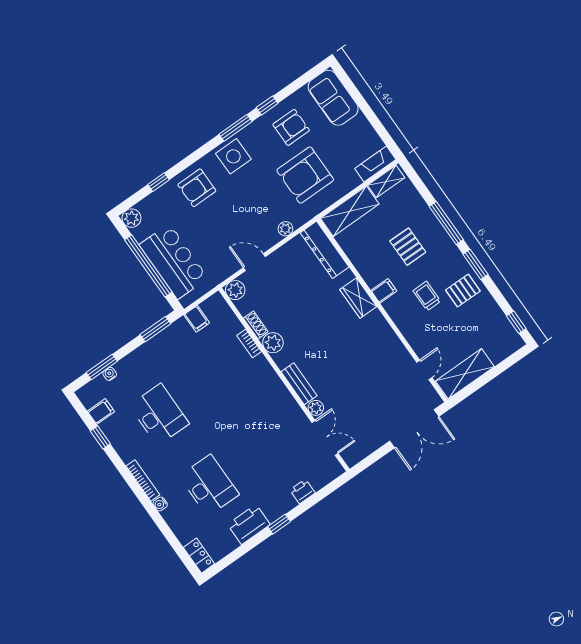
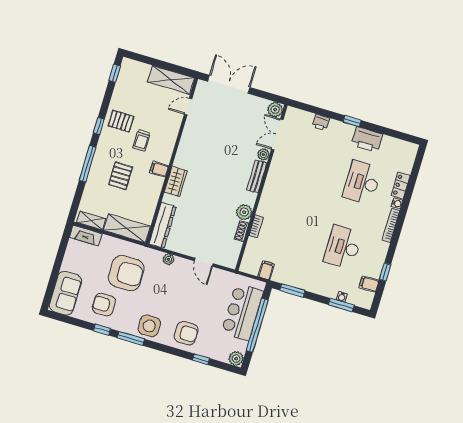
window: (475, 264) -> (99, 126), width x0.67
plant: (235, 290) -> (275, 110), moved
locker: (199, 556) -> (401, 186), moved

